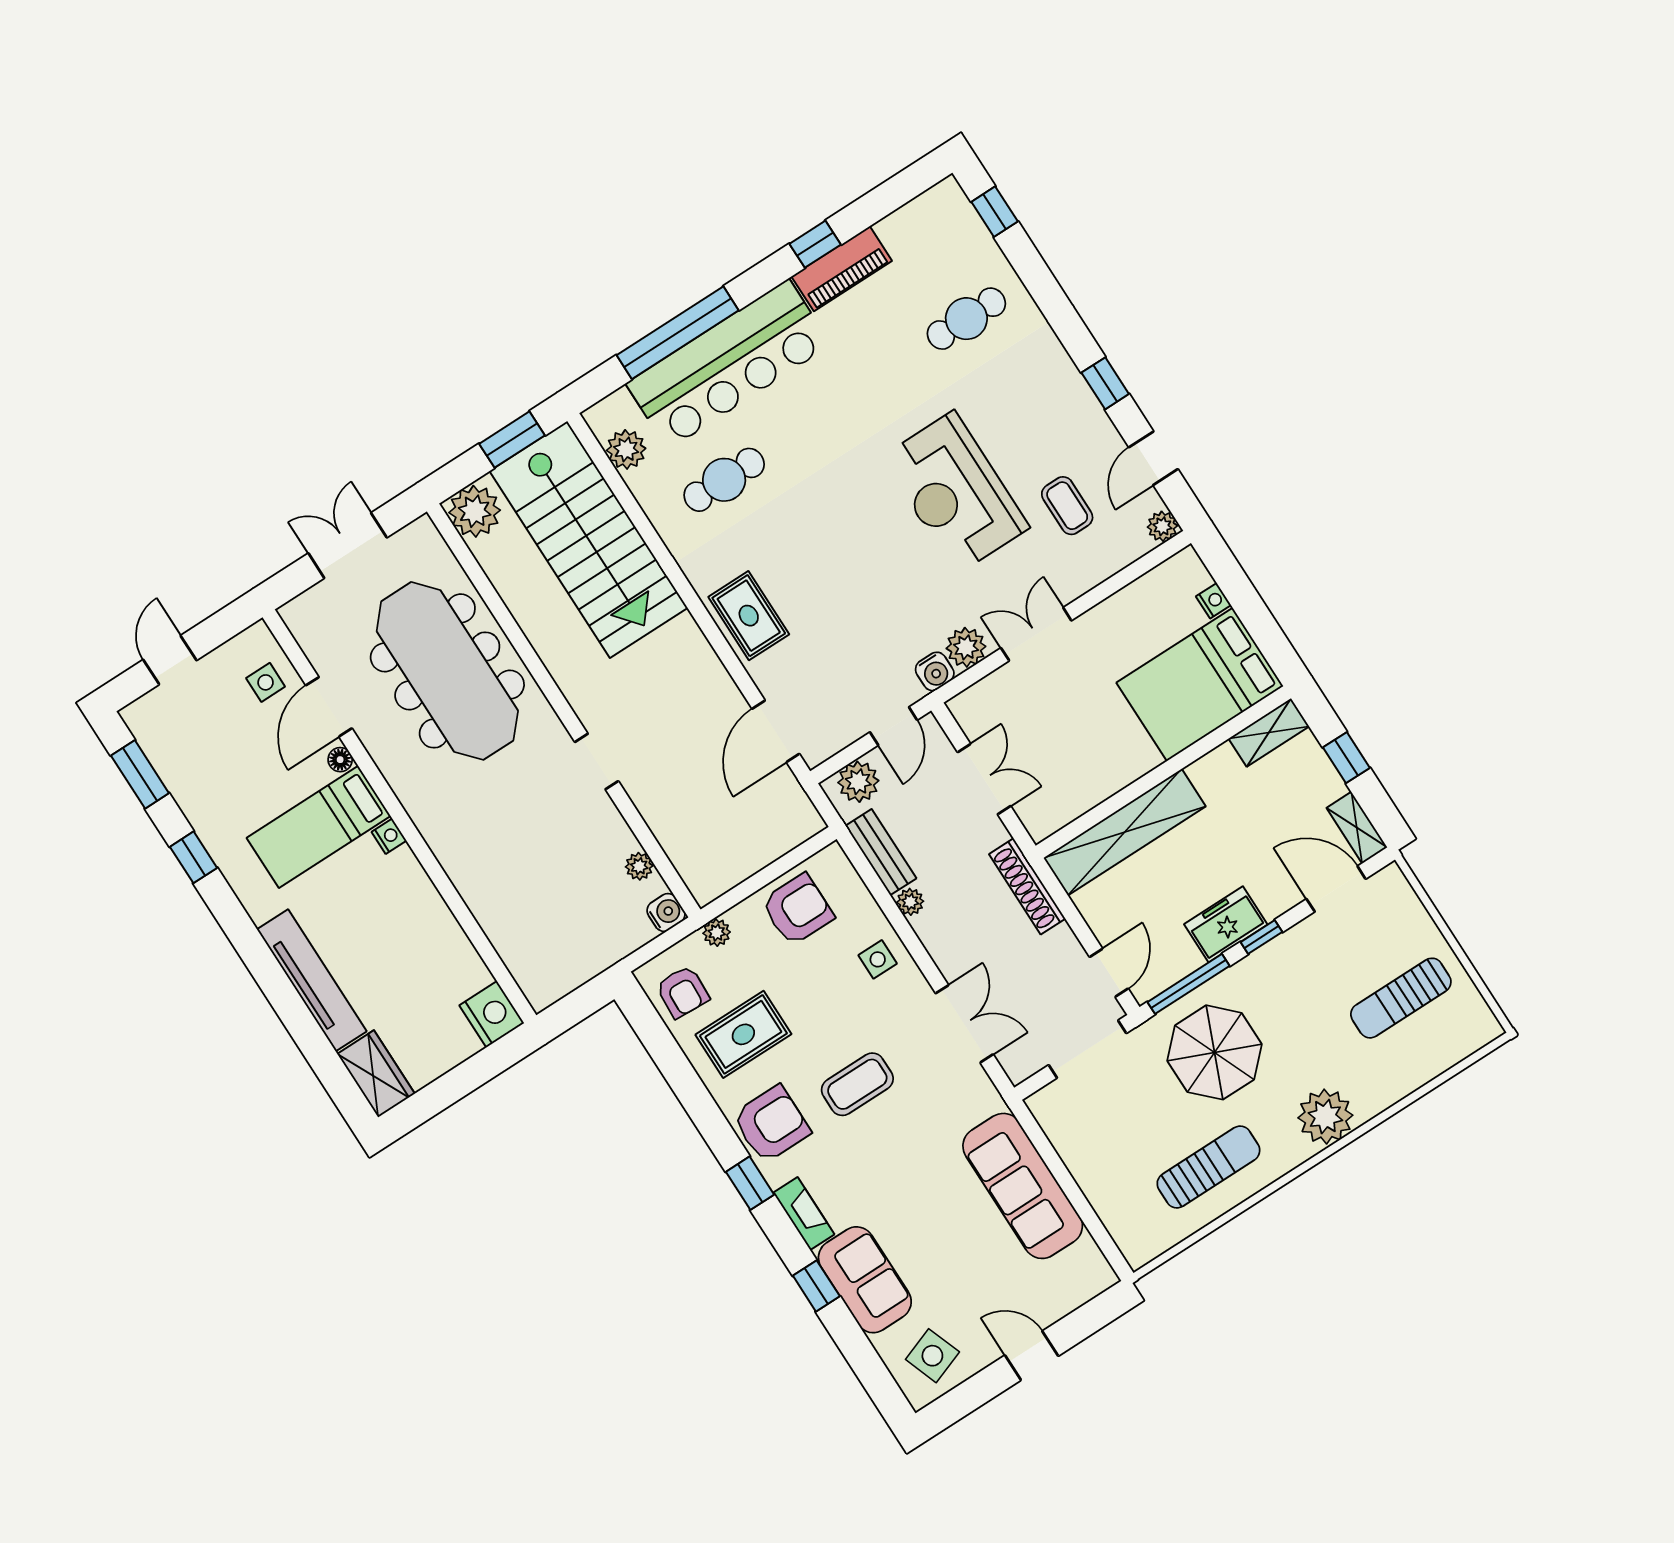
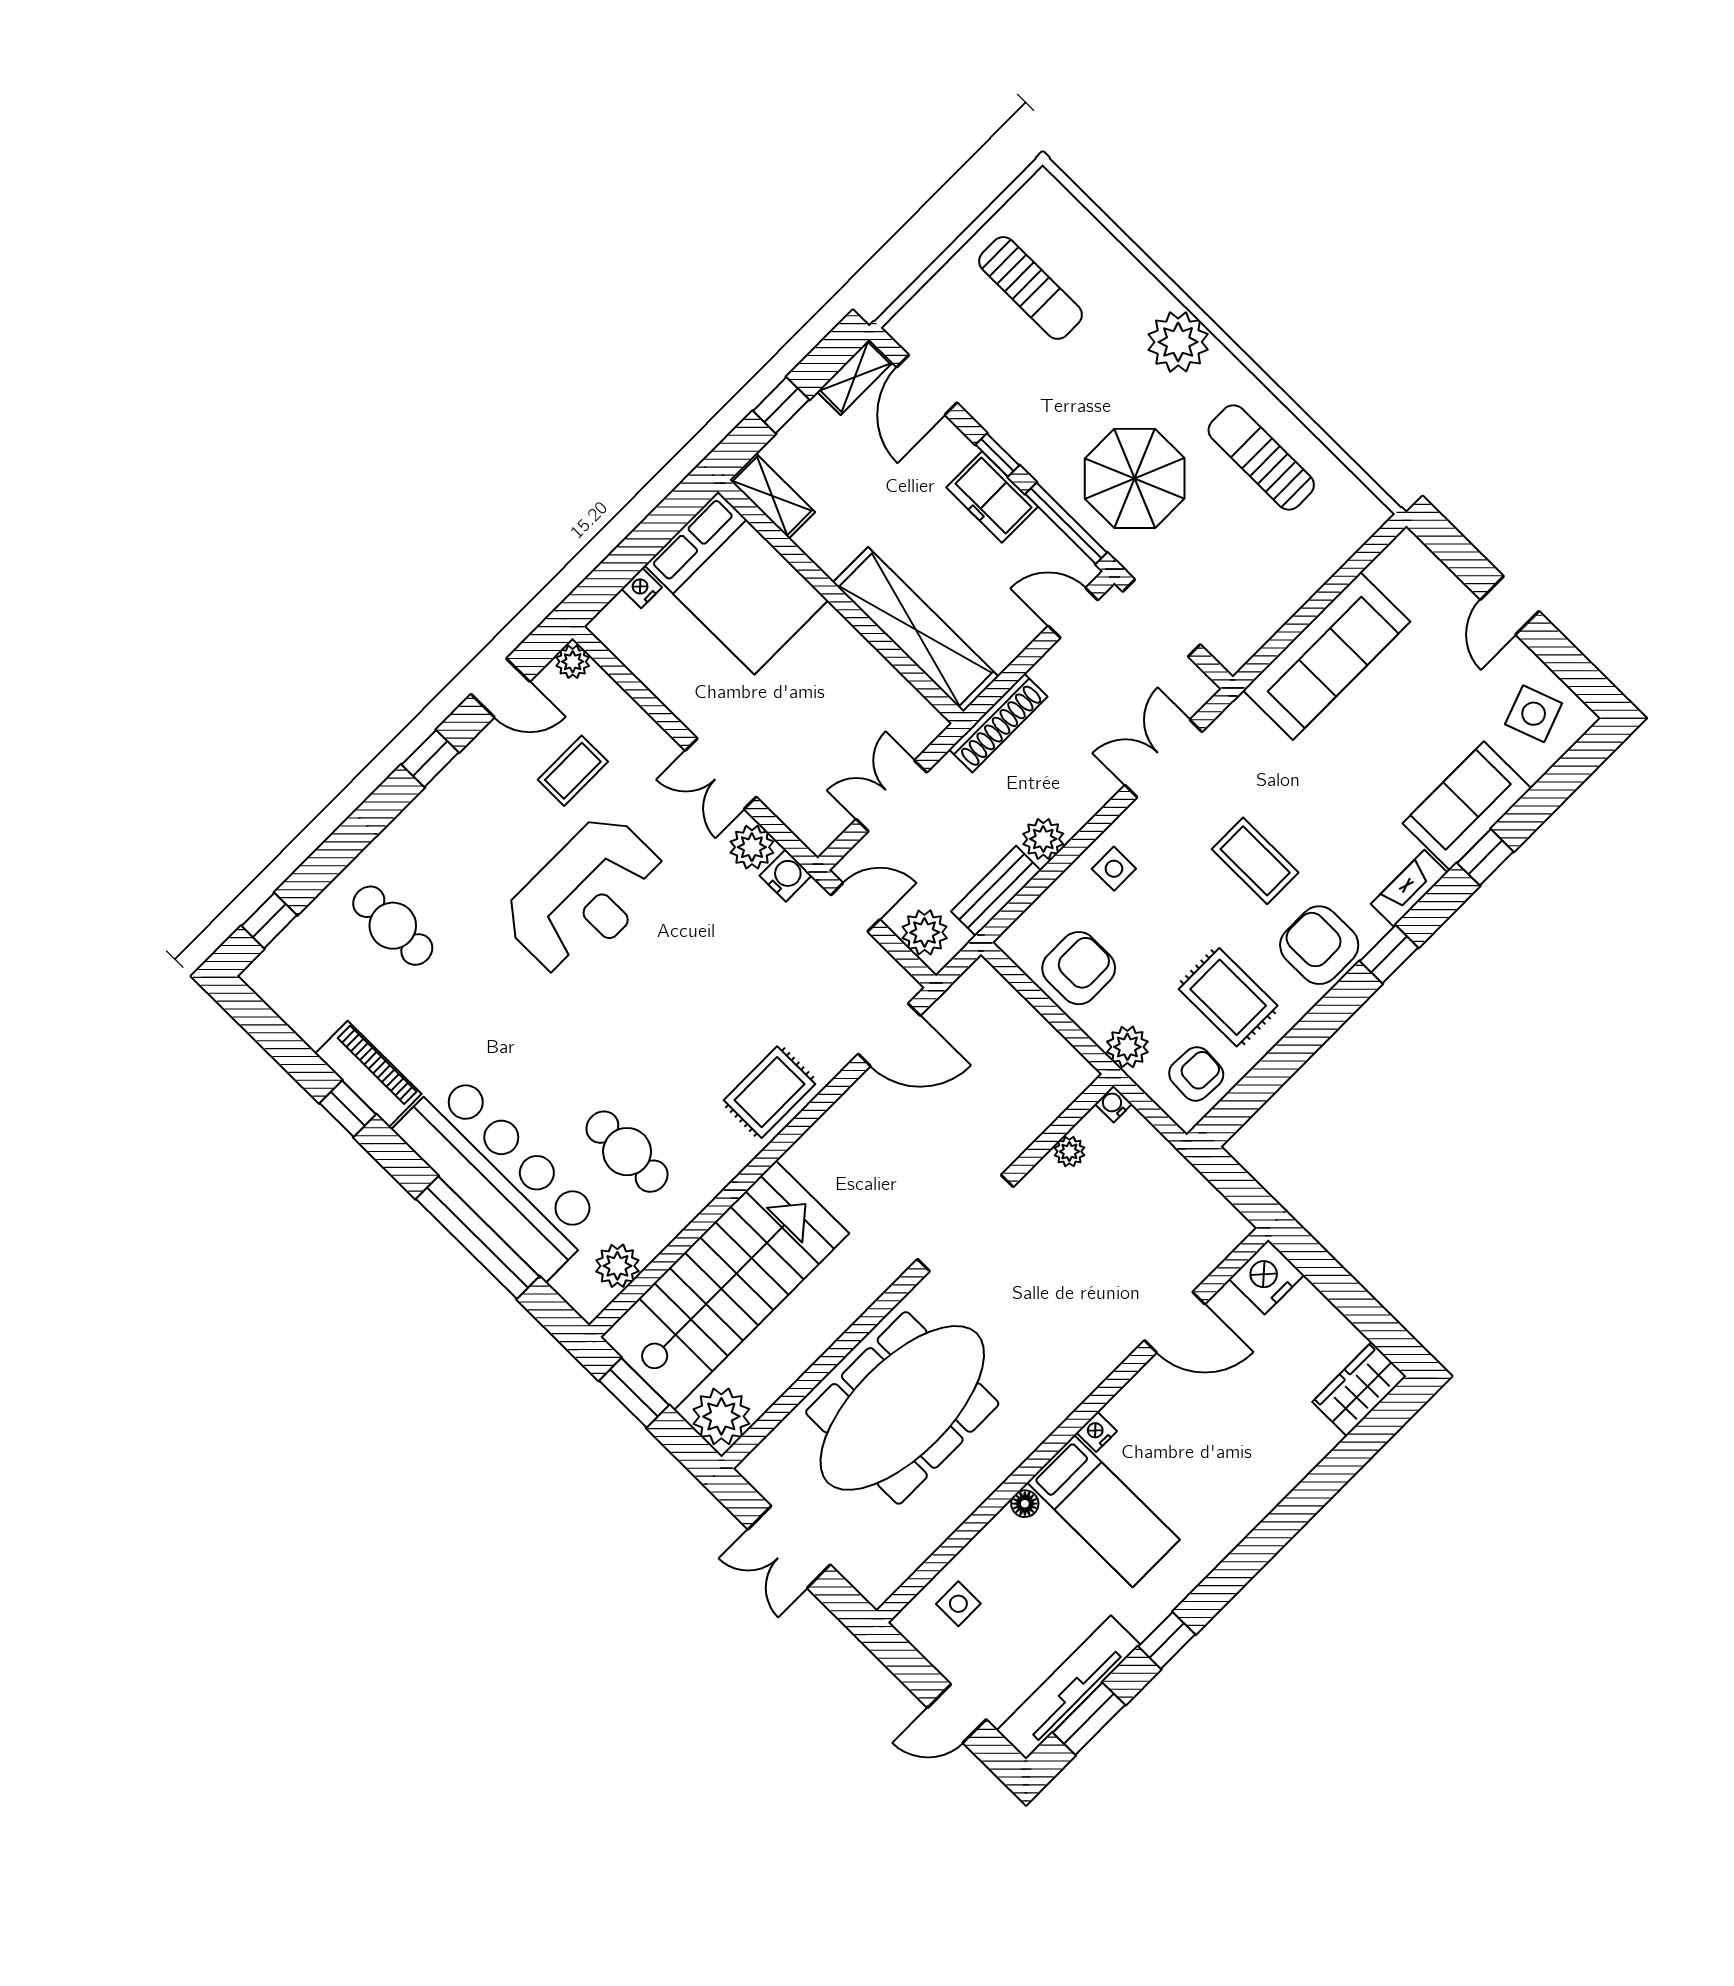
door: (329, 707) -> (1175, 1322), moved
doorway: (597, 762) -> (965, 1223), width x1.88
plant: (910, 902) -> (1043, 839), width x1.38, depth x1.38
armchair: (798, 909) -> (1079, 968), turned 90
water cooler: (666, 912) -> (1113, 1104), width x0.72, depth x0.72
plant: (717, 933) -> (1127, 1047), width x1.38, depth x1.38
tv unit: (312, 980) -> (1068, 1687), moved

